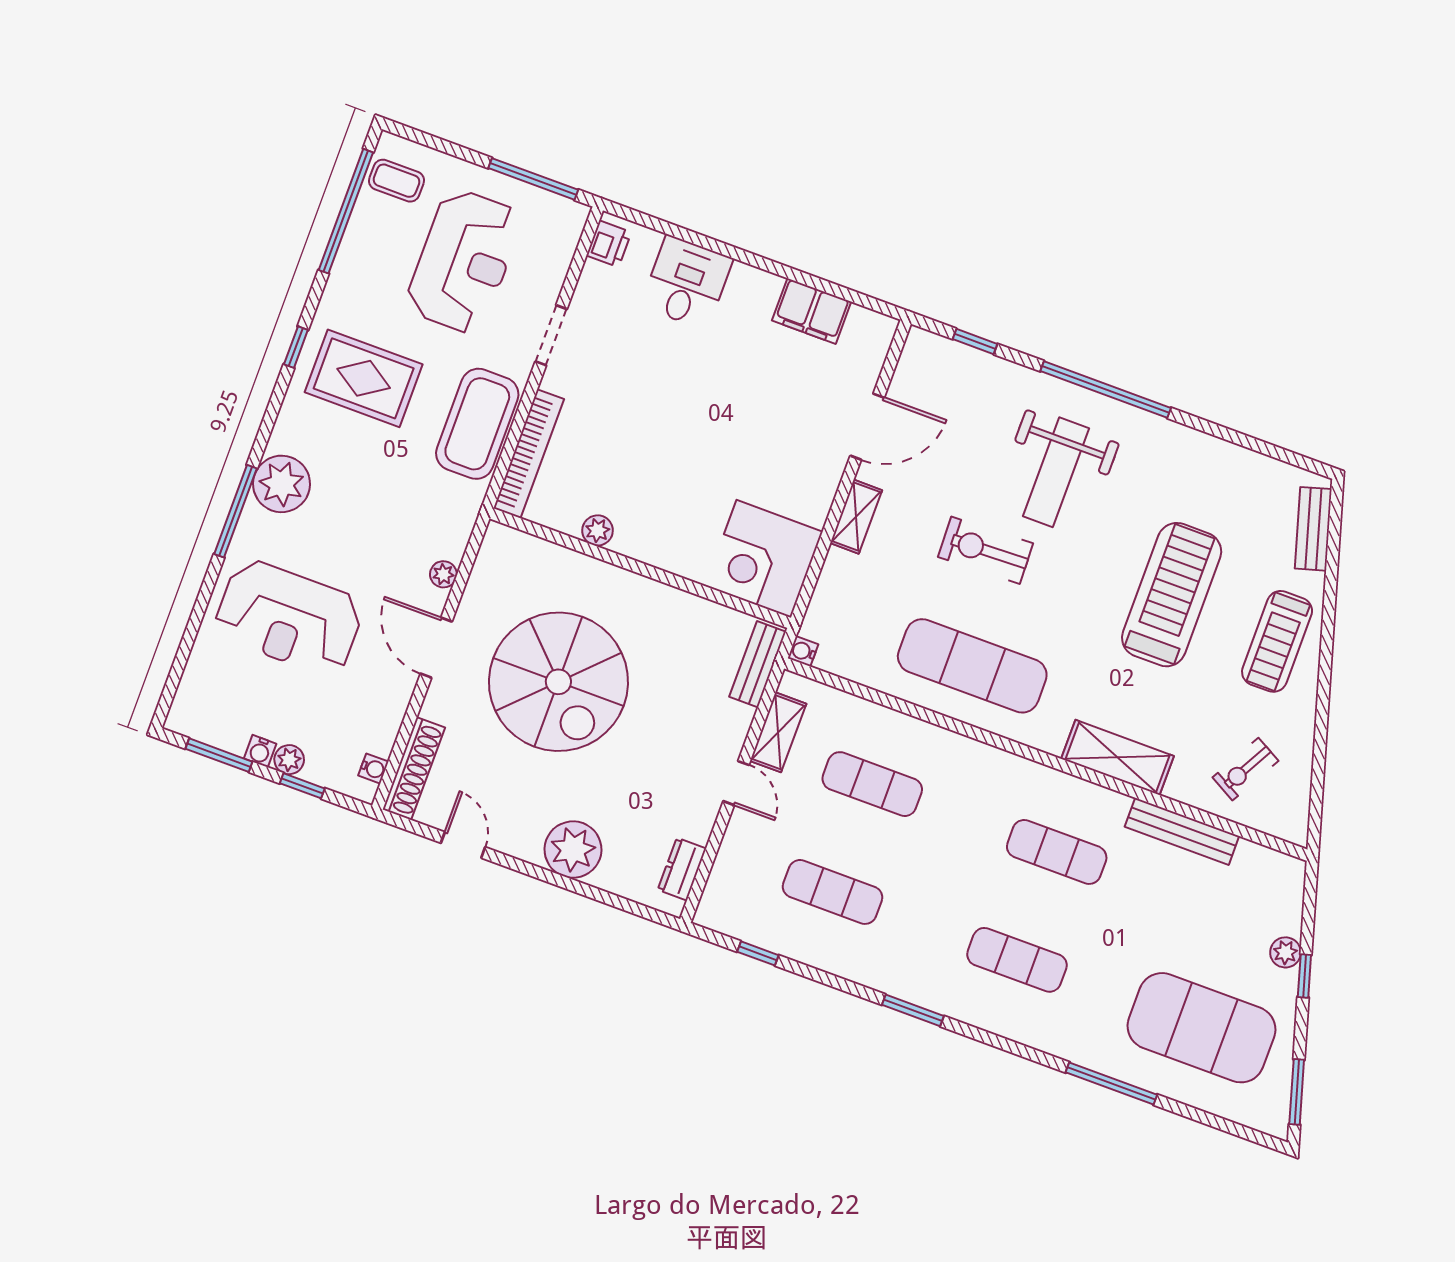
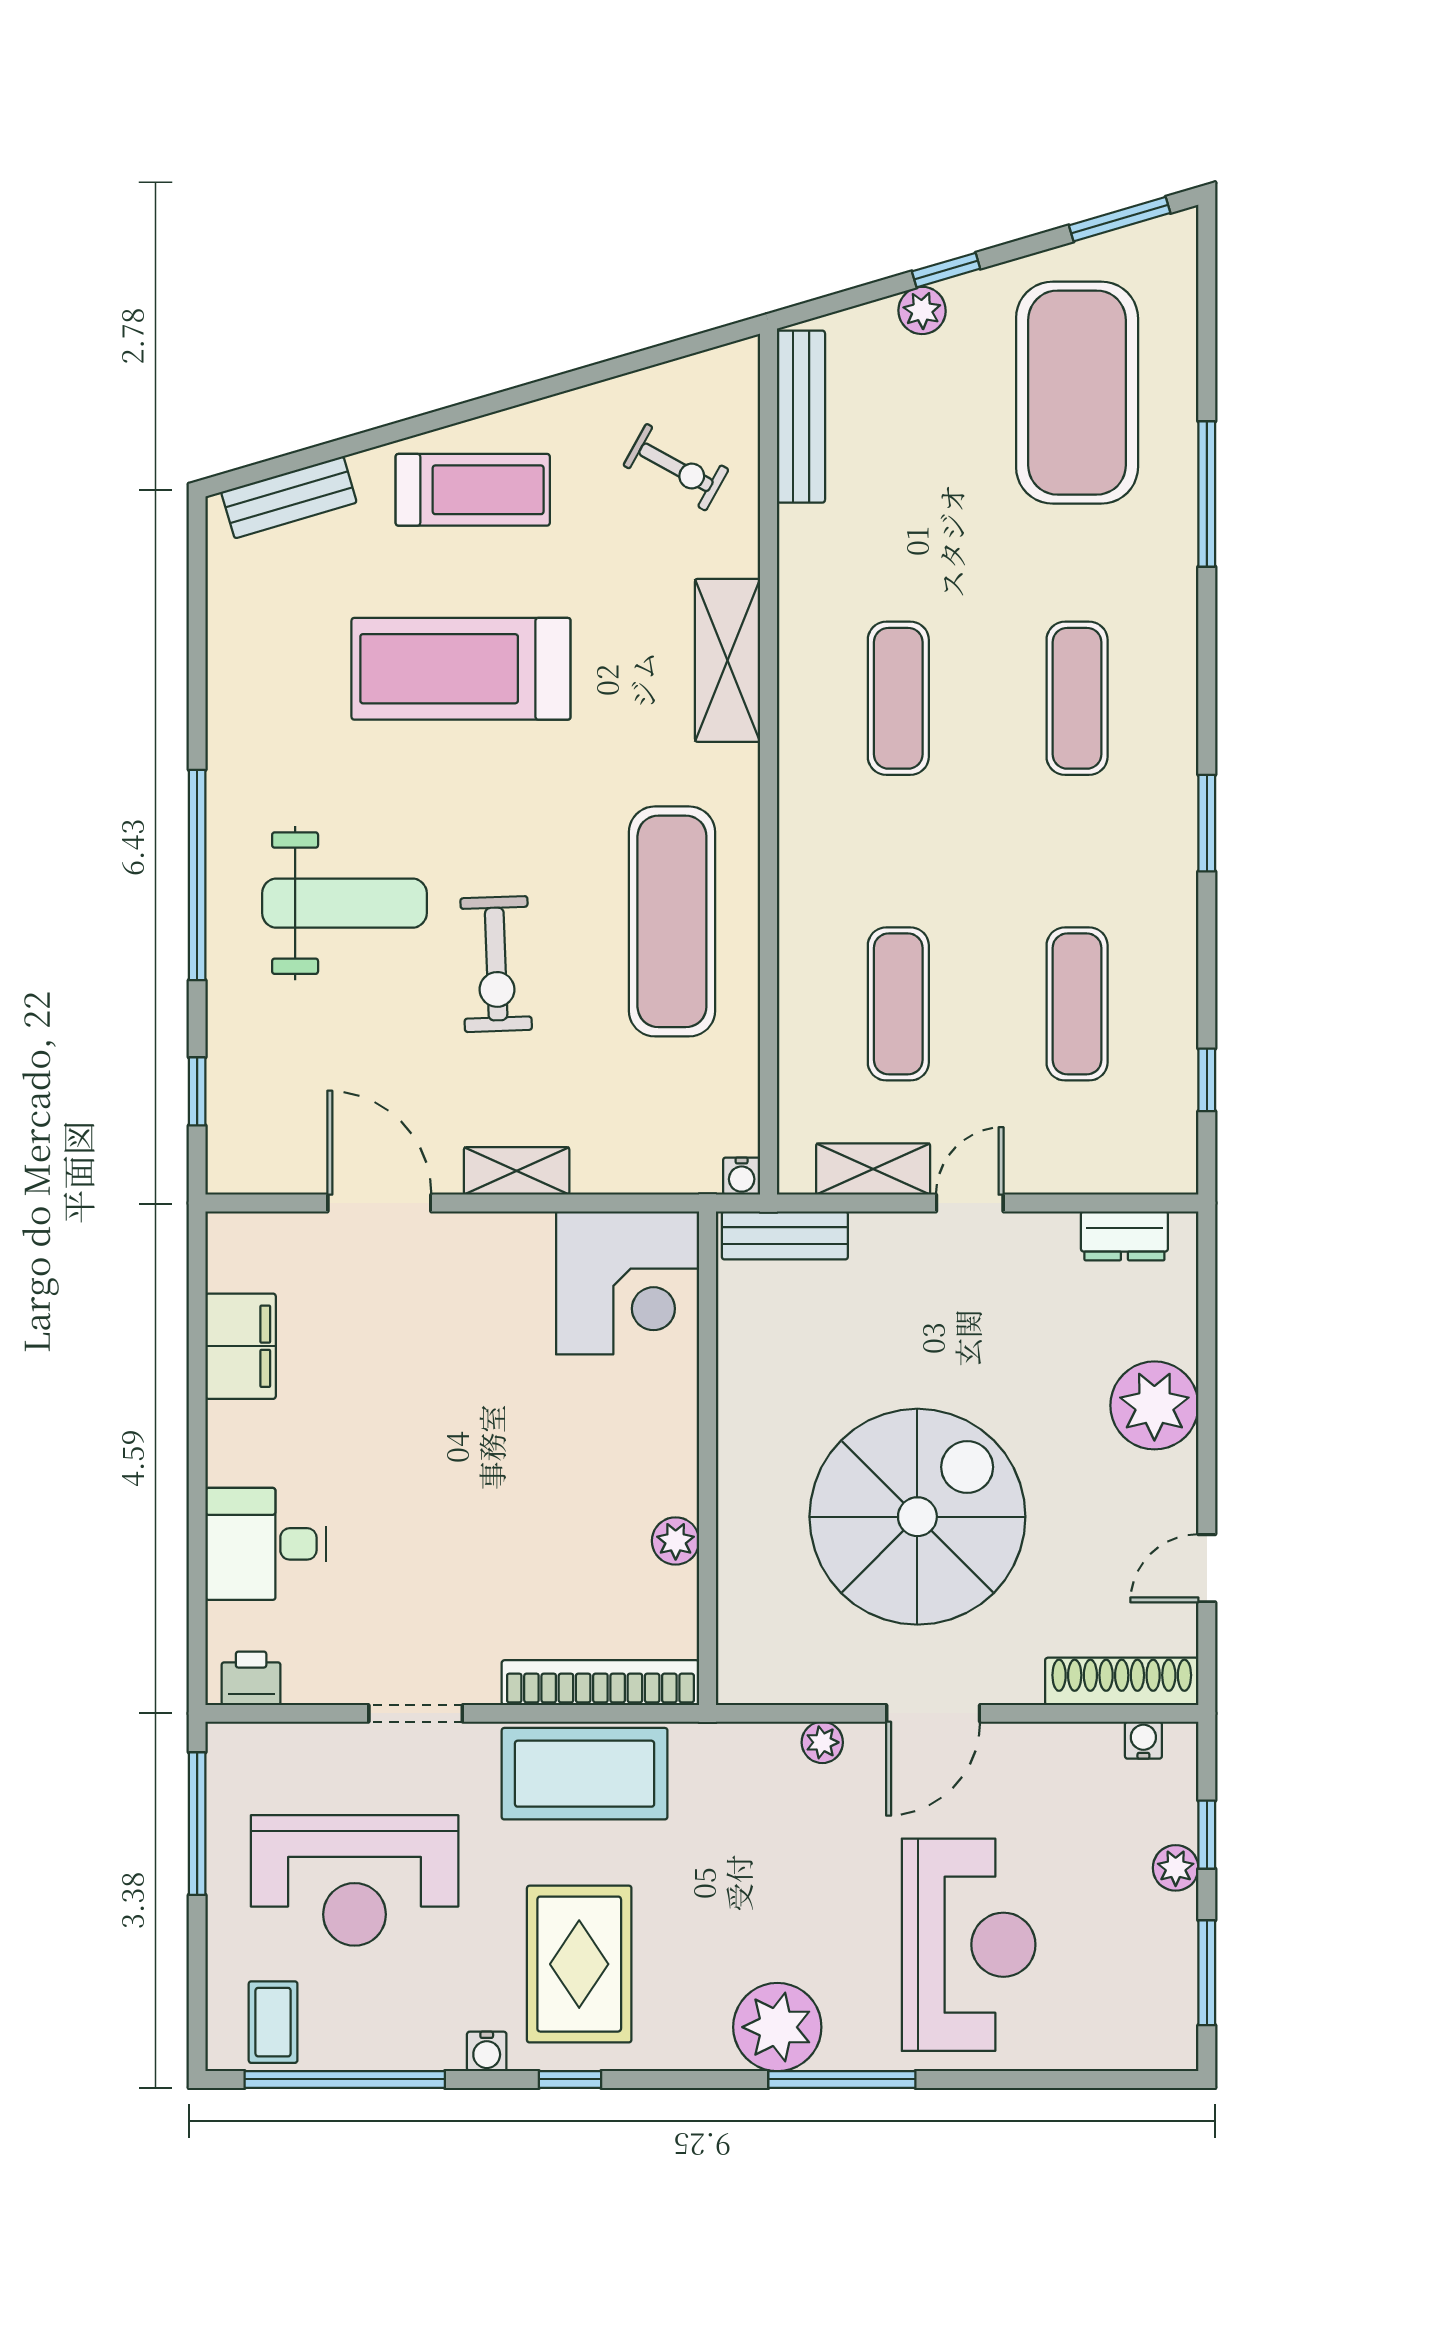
reception desk: (464, 261) -> (355, 1880), turned 180
water cooler: (260, 751) -> (487, 2051), moved, turned 90
bench: (1182, 831) -> (801, 417), moved

